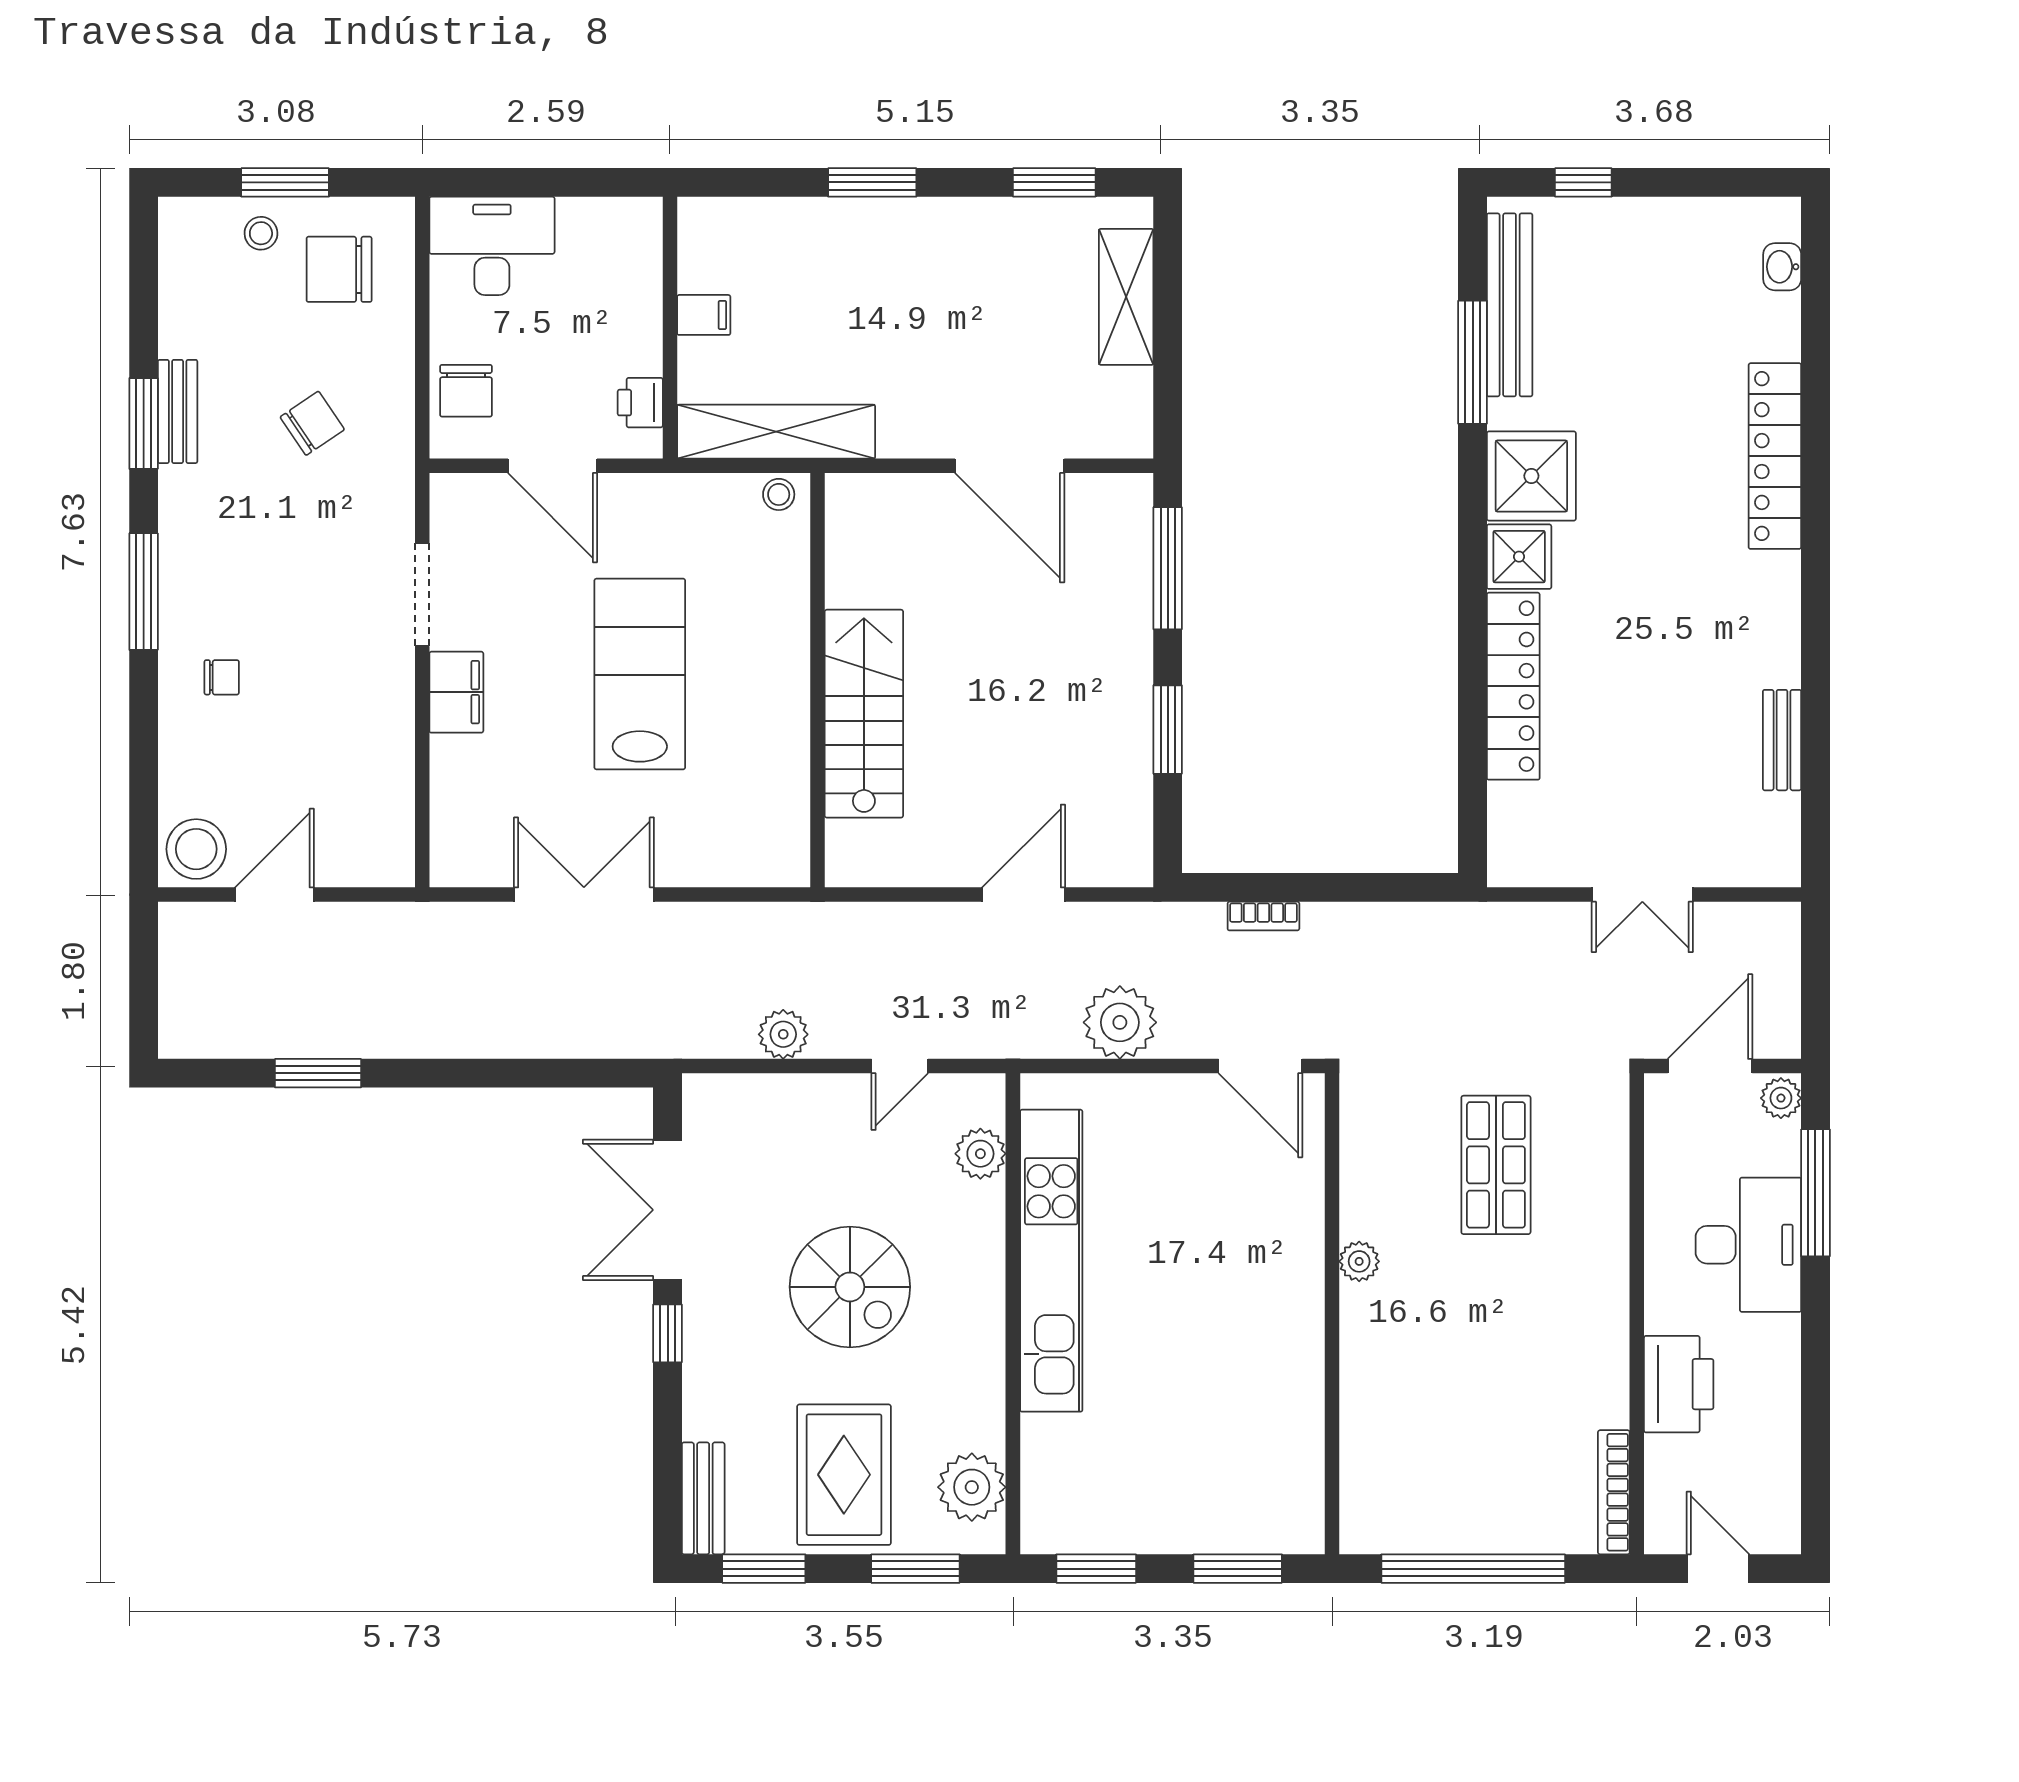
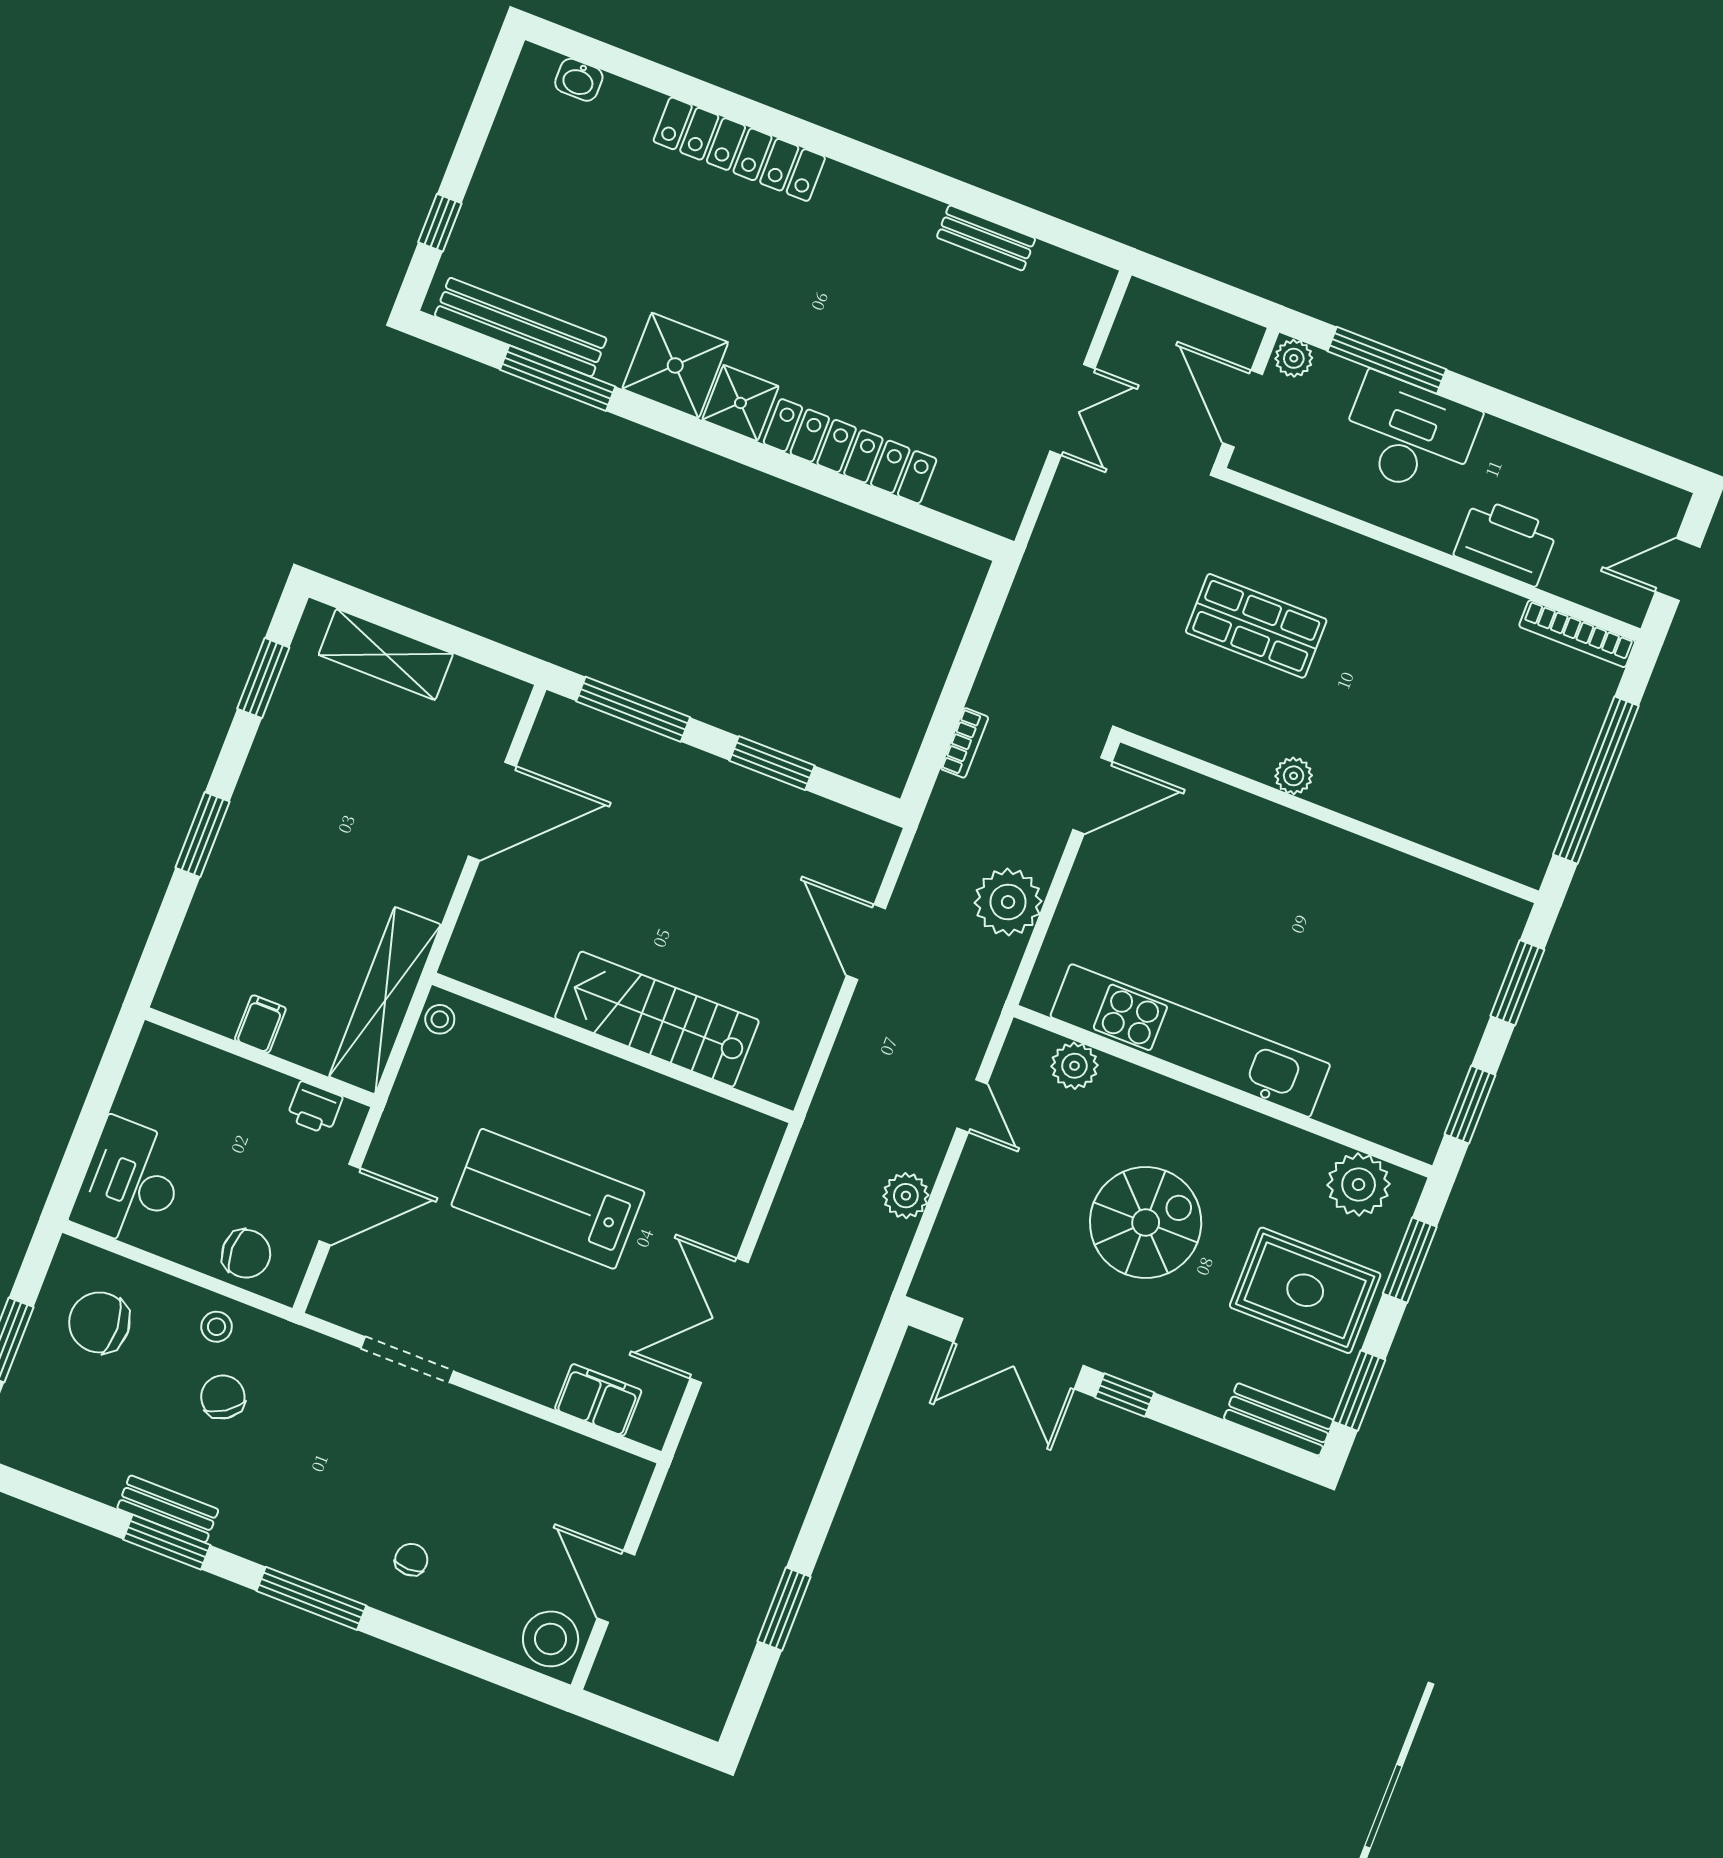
stool: (261, 233) -> (217, 1327), moved
chair: (339, 269) -> (99, 1322), turned 87
filing cabinet: (456, 692) -> (598, 1400), moved

